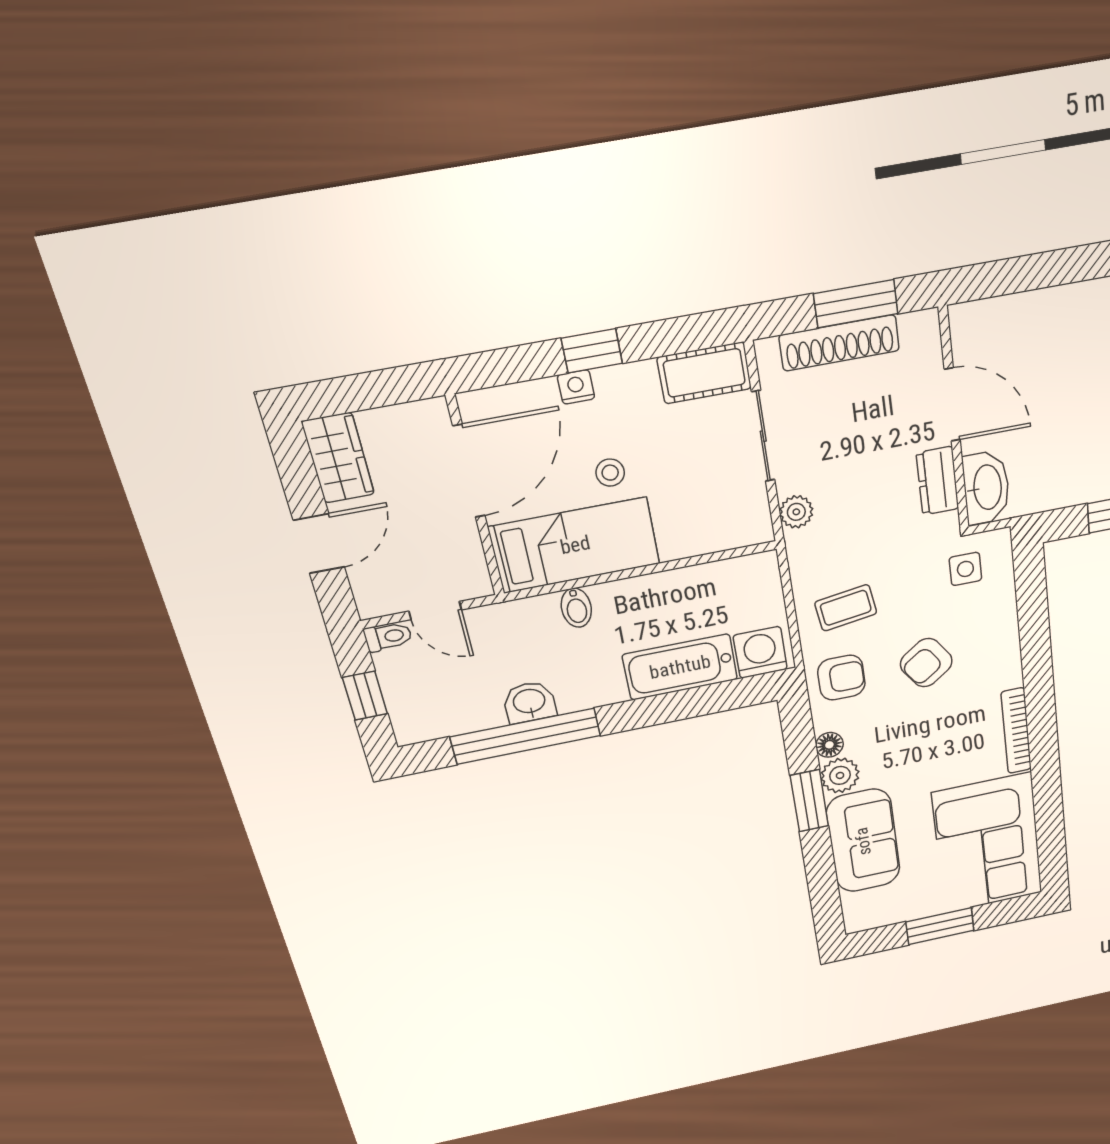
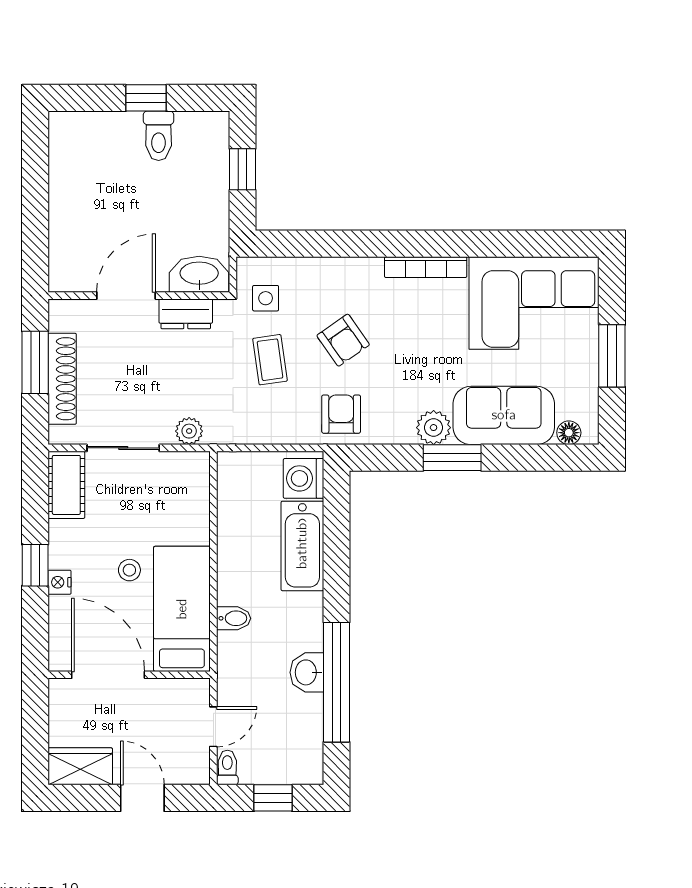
coffee table: (846, 608) -> (270, 360), moved
floor lamp: (829, 745) -> (569, 433), moved

